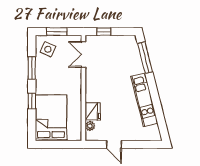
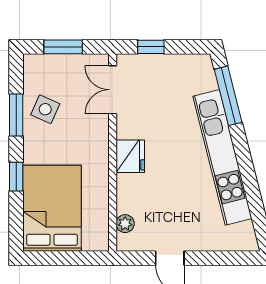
side table: (48, 49) -> (45, 109), moved
kitchen unit: (144, 100) -> (222, 157), width x1.36
fridge: (93, 111) -> (130, 156), moved

